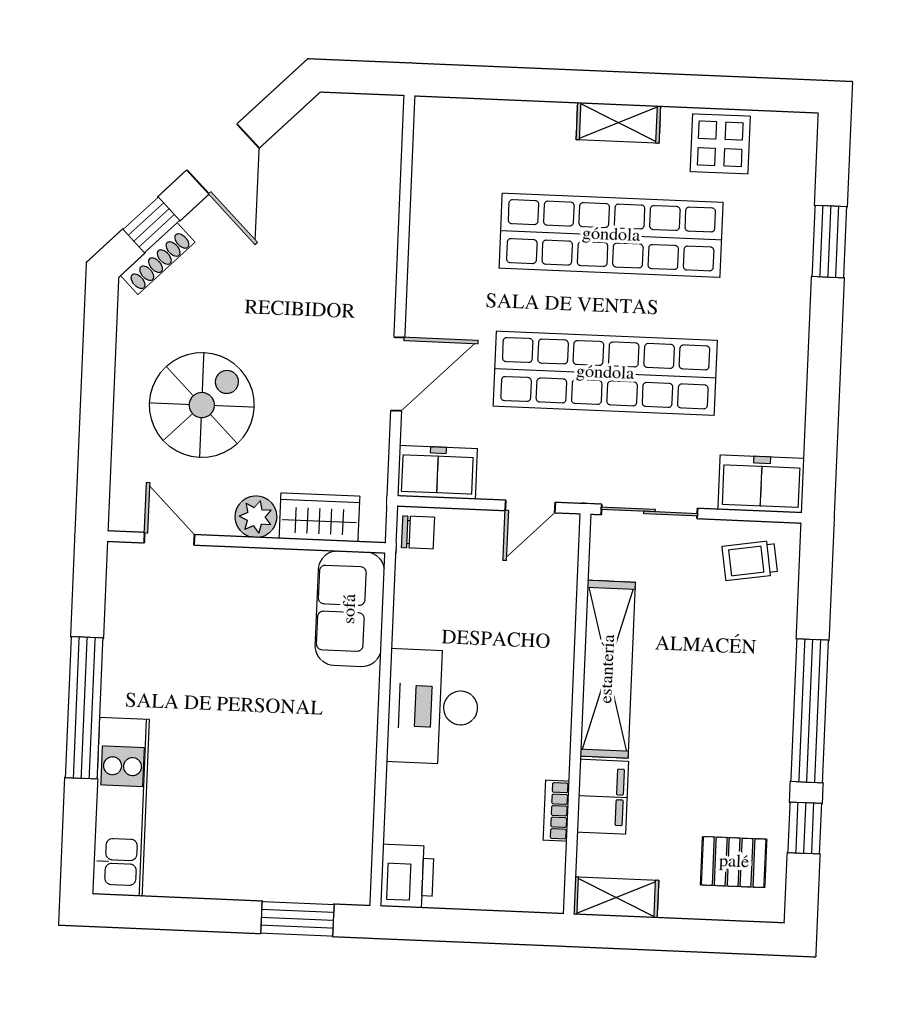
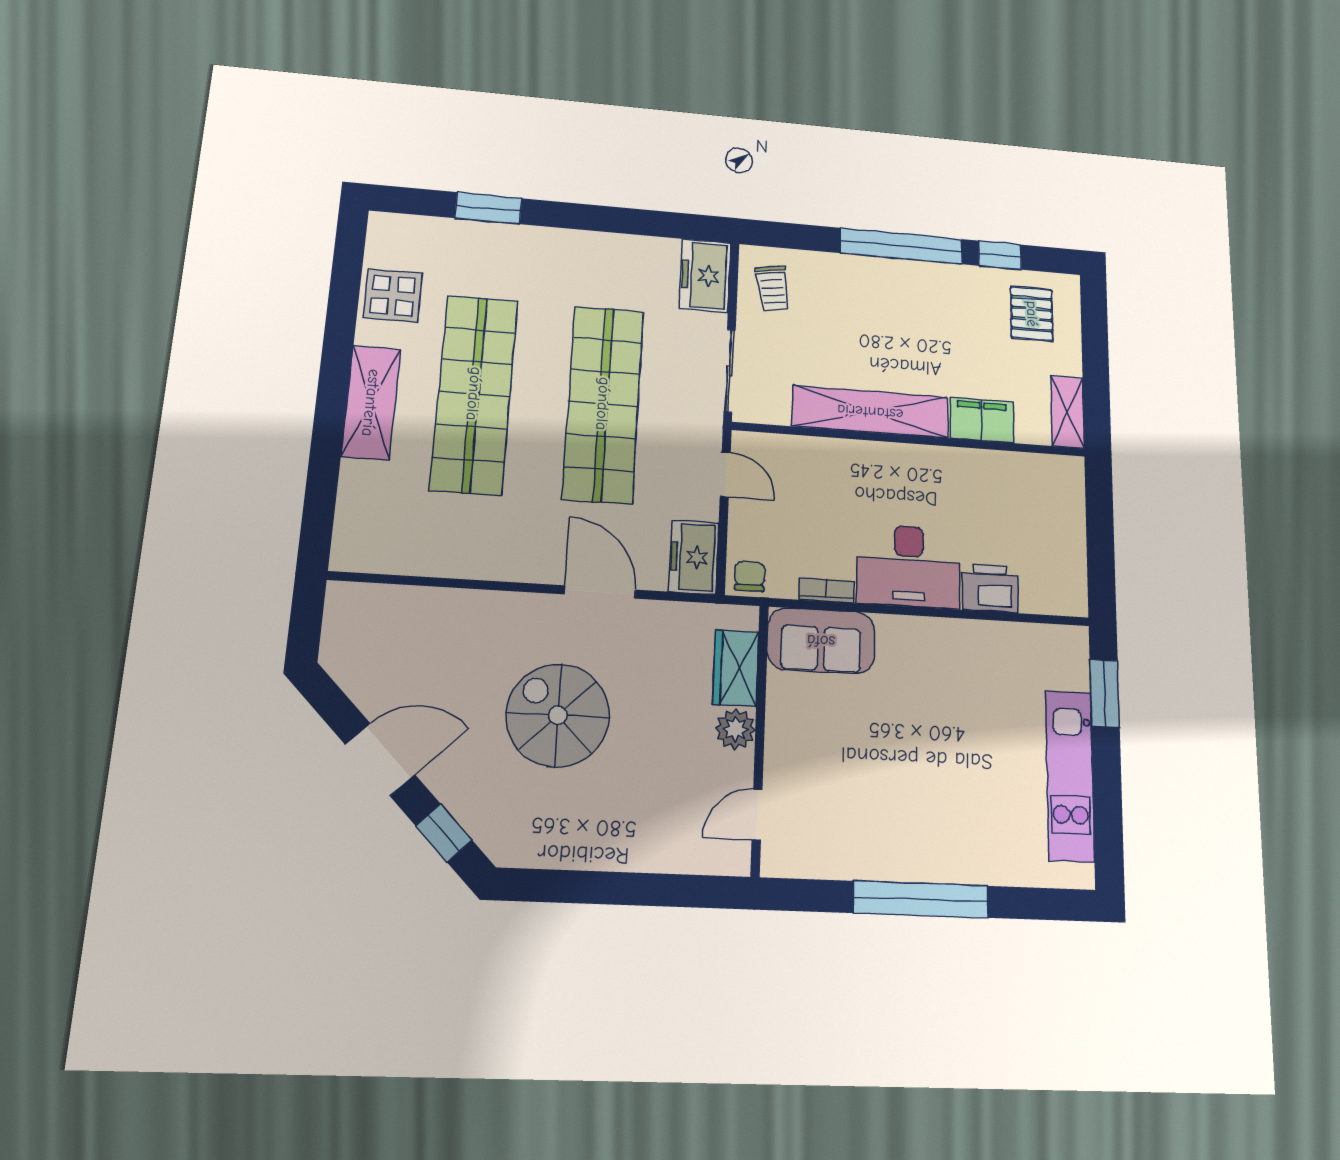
shelving: (618, 123) -> (371, 403), width x1.50, depth x1.33
shoe rack: (158, 259) -> (479, 827), removed
spiral stairs: (202, 405) -> (558, 715), moved
kitchen unit: (121, 807) -> (1070, 776), moved, turned -90
bookcase: (556, 811) -> (827, 590), moved, turned 180
printer: (407, 876) -> (990, 588), moved

